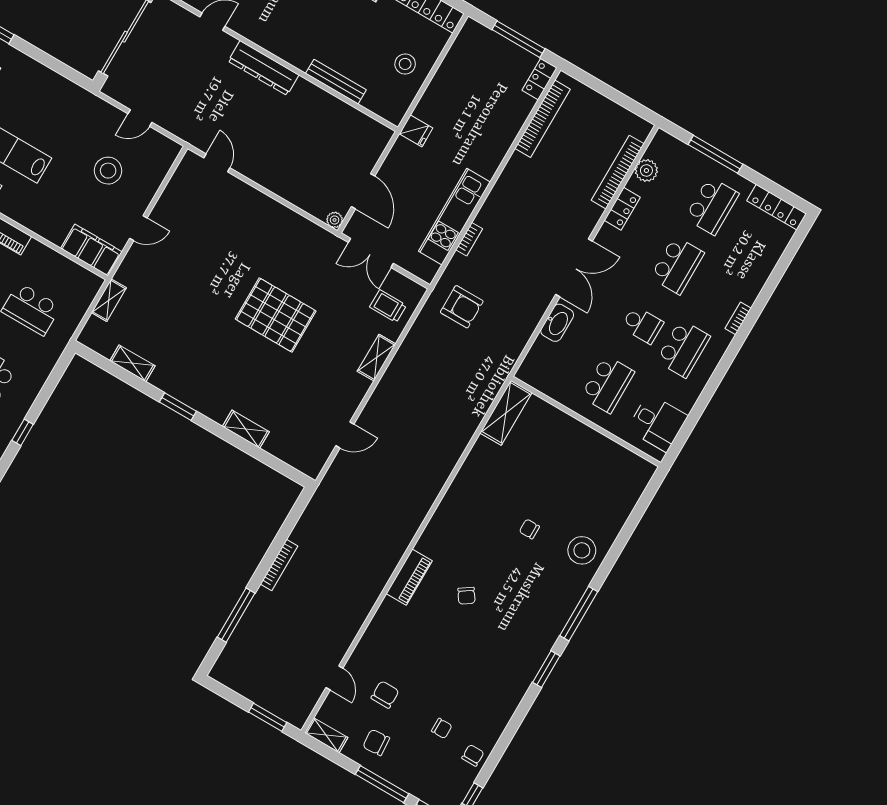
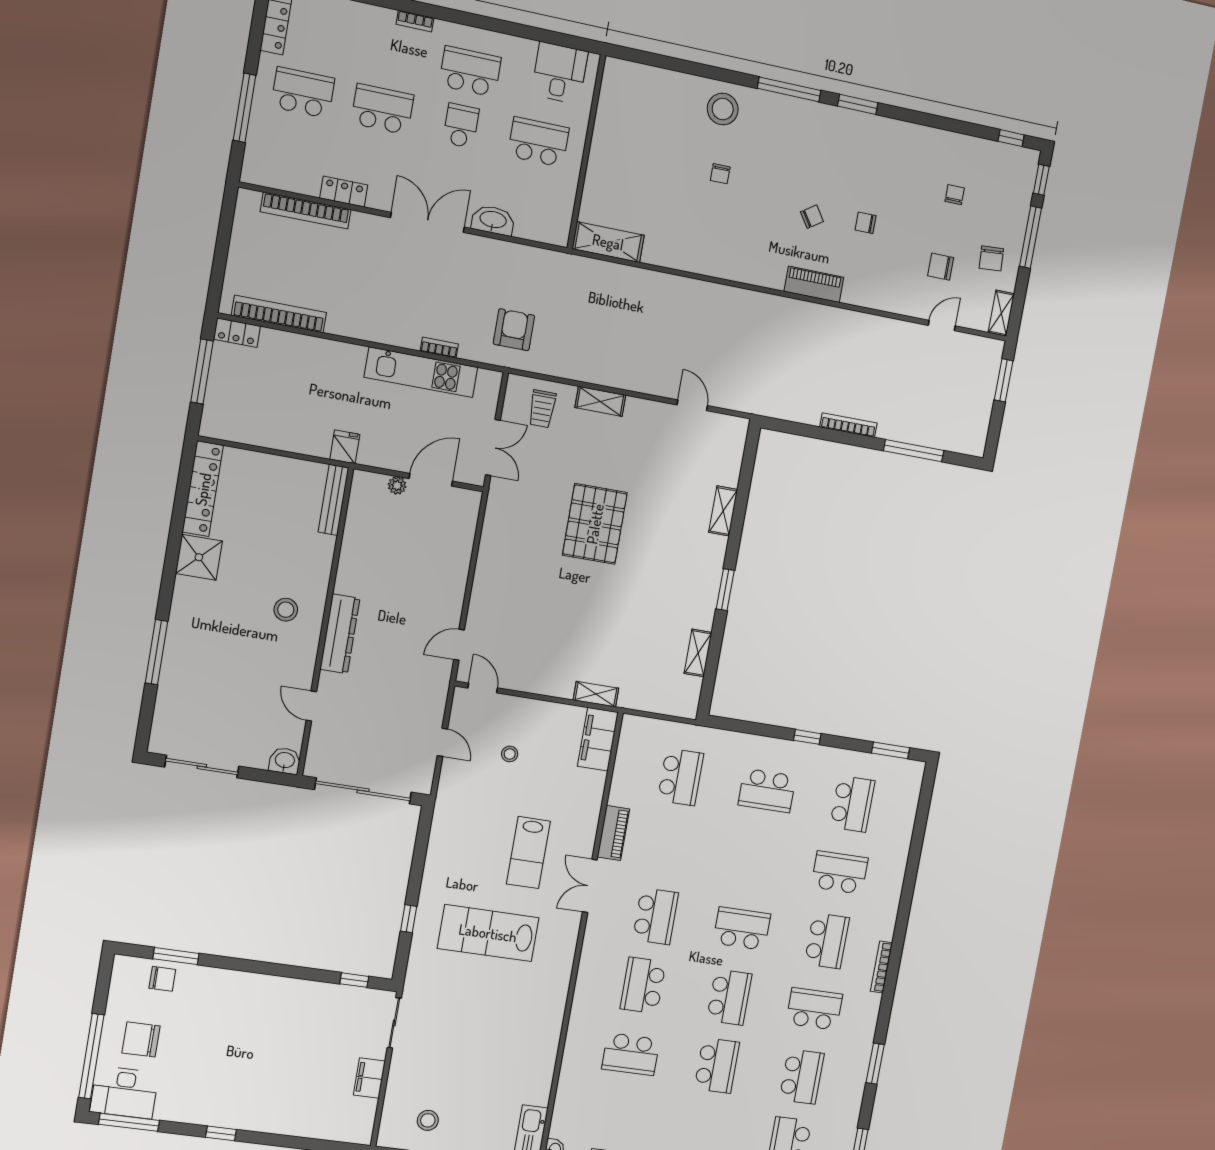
stool: (405, 64) -> (286, 610), moved
bench: (336, 82) -> (333, 500), moved
plant: (646, 170) -> (292, 179), removed
stool: (108, 171) -> (510, 754), width x0.53, depth x0.53
plant: (335, 220) -> (397, 485), moved
door: (138, 228) -> (483, 688), moved
shelving: (109, 300) -> (596, 694), moved
chair: (473, 755) -> (866, 223), moved

